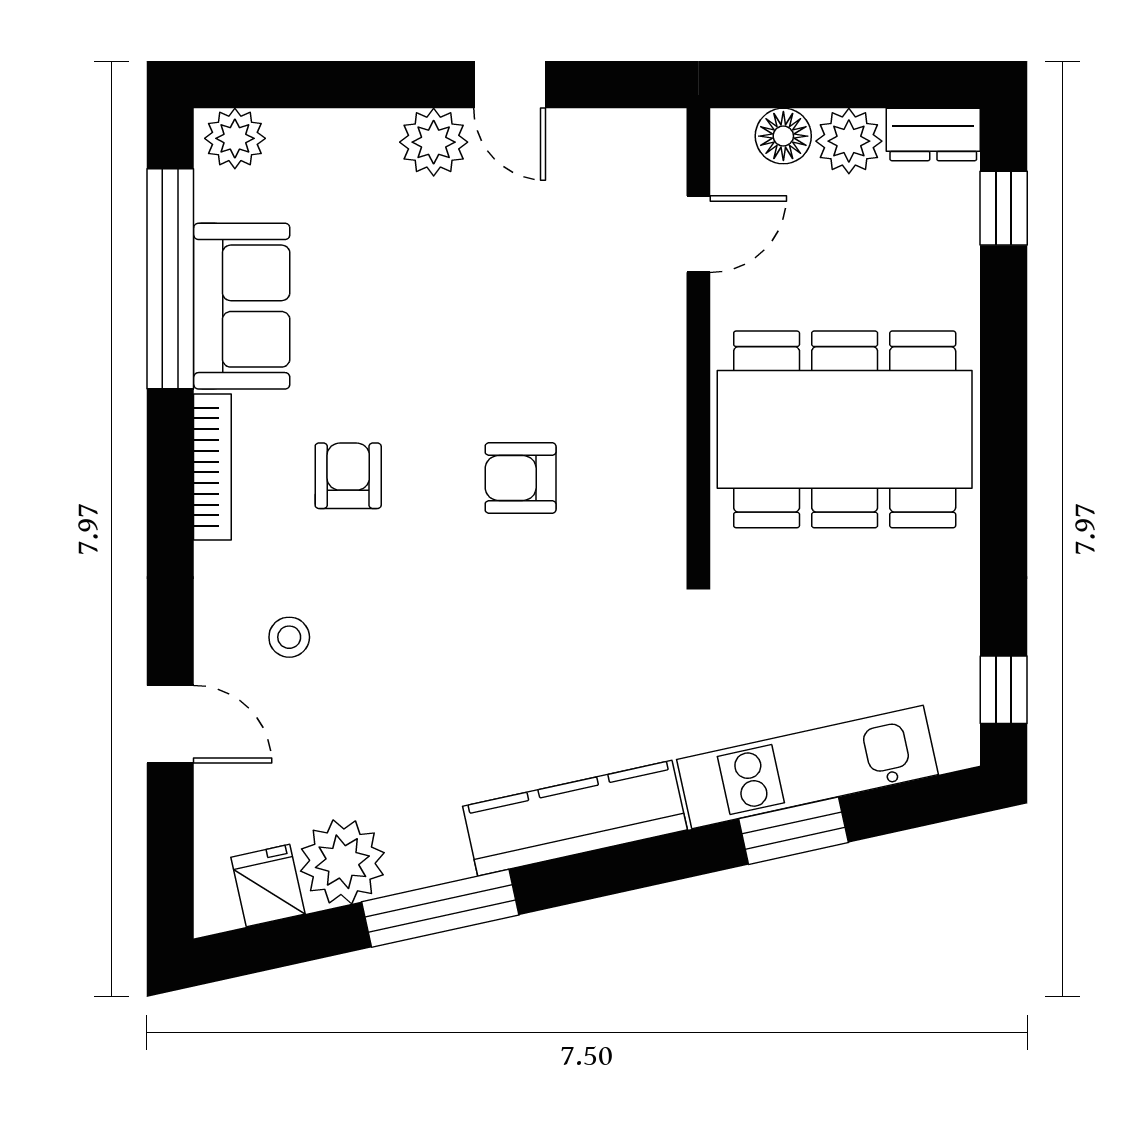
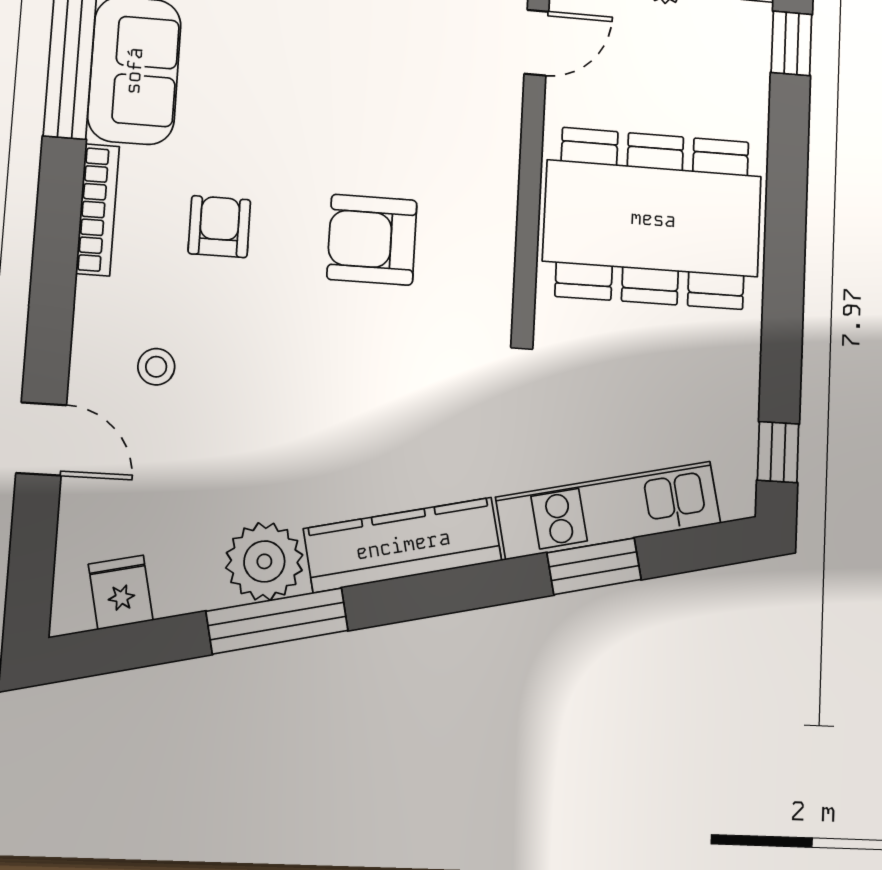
armchair: (521, 478) -> (372, 240), width x1.38, depth x1.38
plant: (342, 862) -> (264, 561), moved

